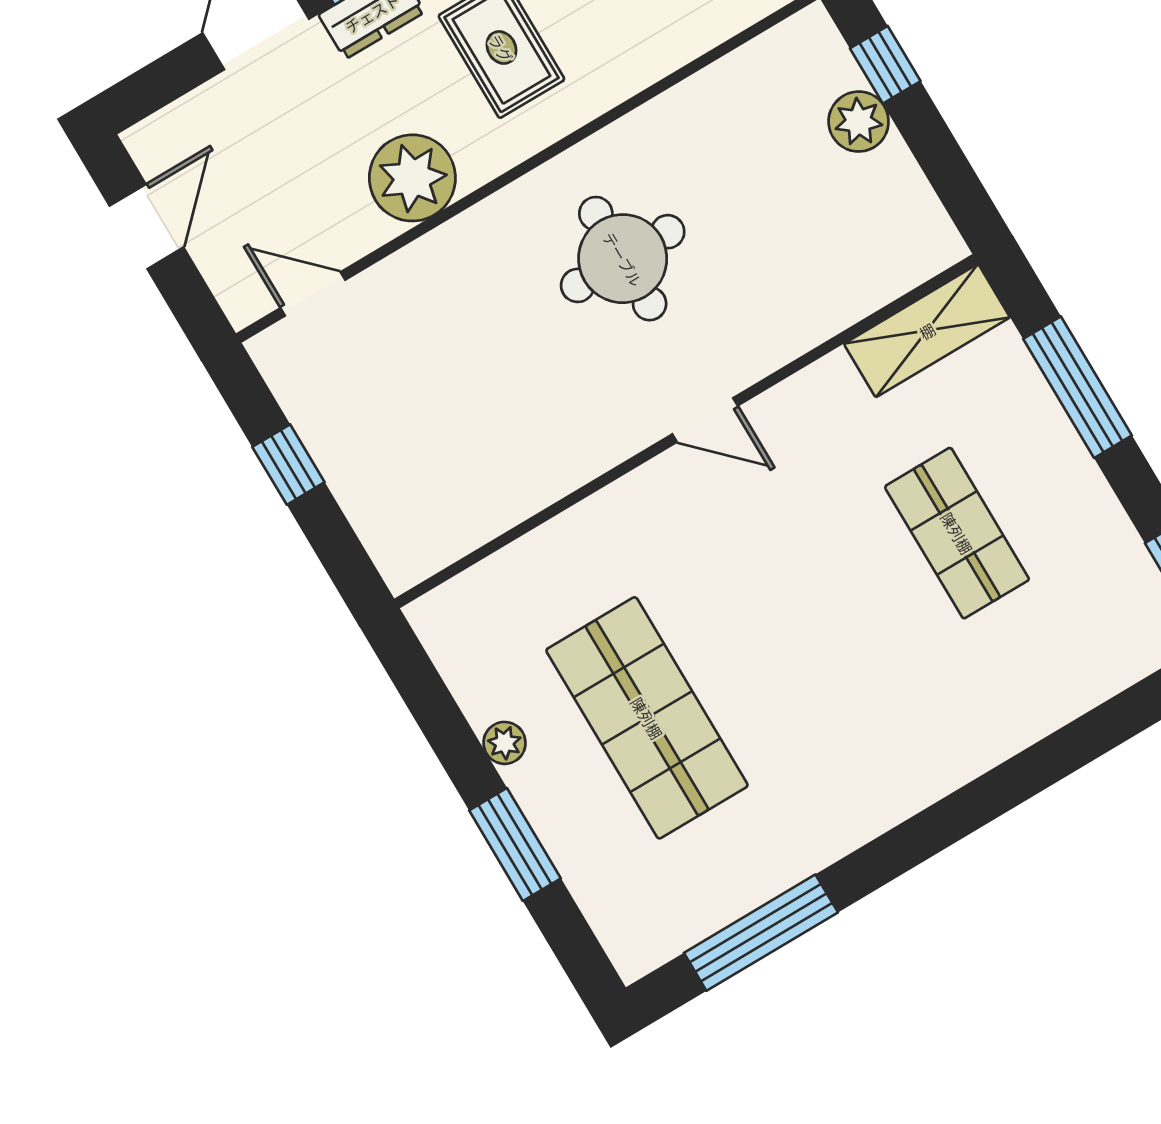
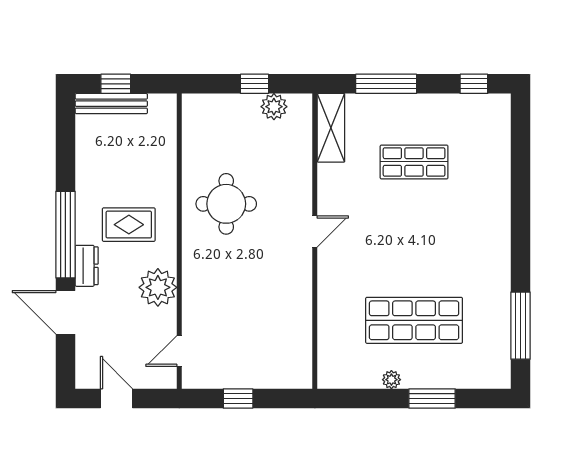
window: (885, 65) -> (255, 84), moved
plant: (859, 122) -> (274, 107), moved
round table: (623, 259) -> (226, 204), moved

